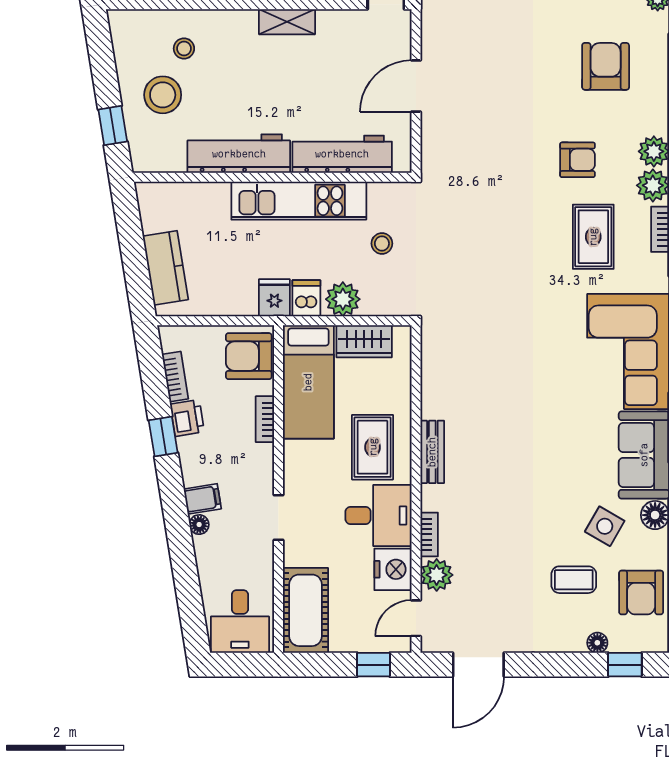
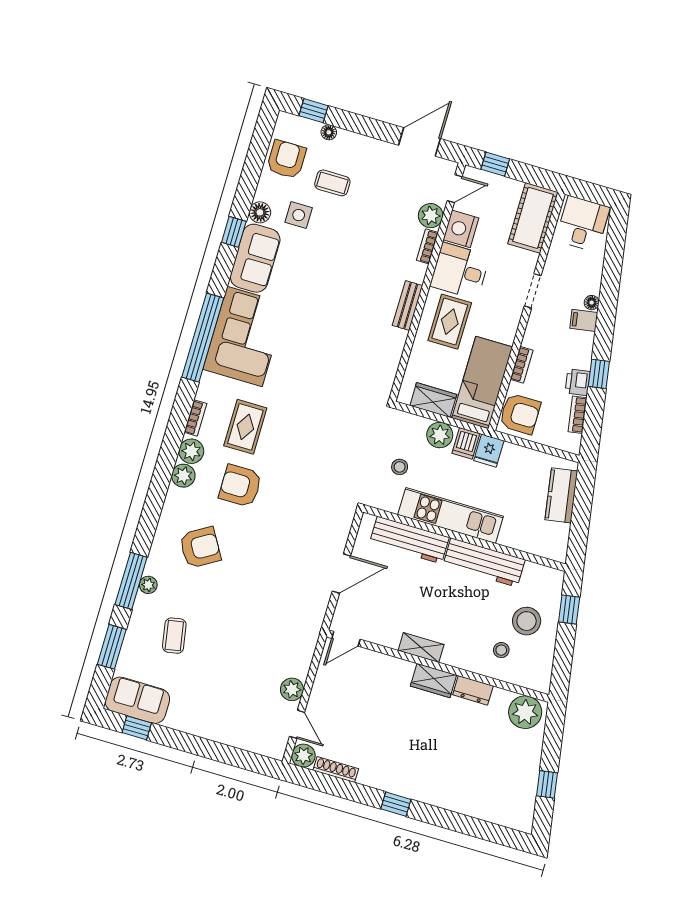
armchair: (606, 66) -> (200, 547), turned -121
armchair: (577, 160) -> (240, 486), width x1.38, depth x1.38
side table: (605, 526) -> (299, 215), turned -30

